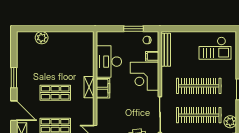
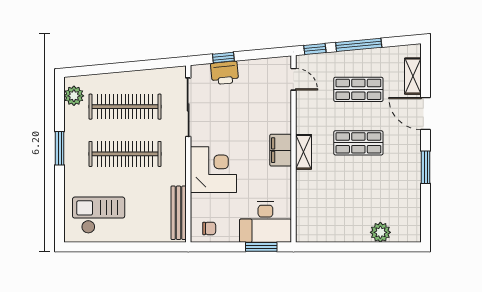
window: (134, 29) -> (261, 247), moved
filing cabinet: (152, 56) -> (201, 202), removed
desk: (109, 62) -> (265, 222), moved, turned 90

